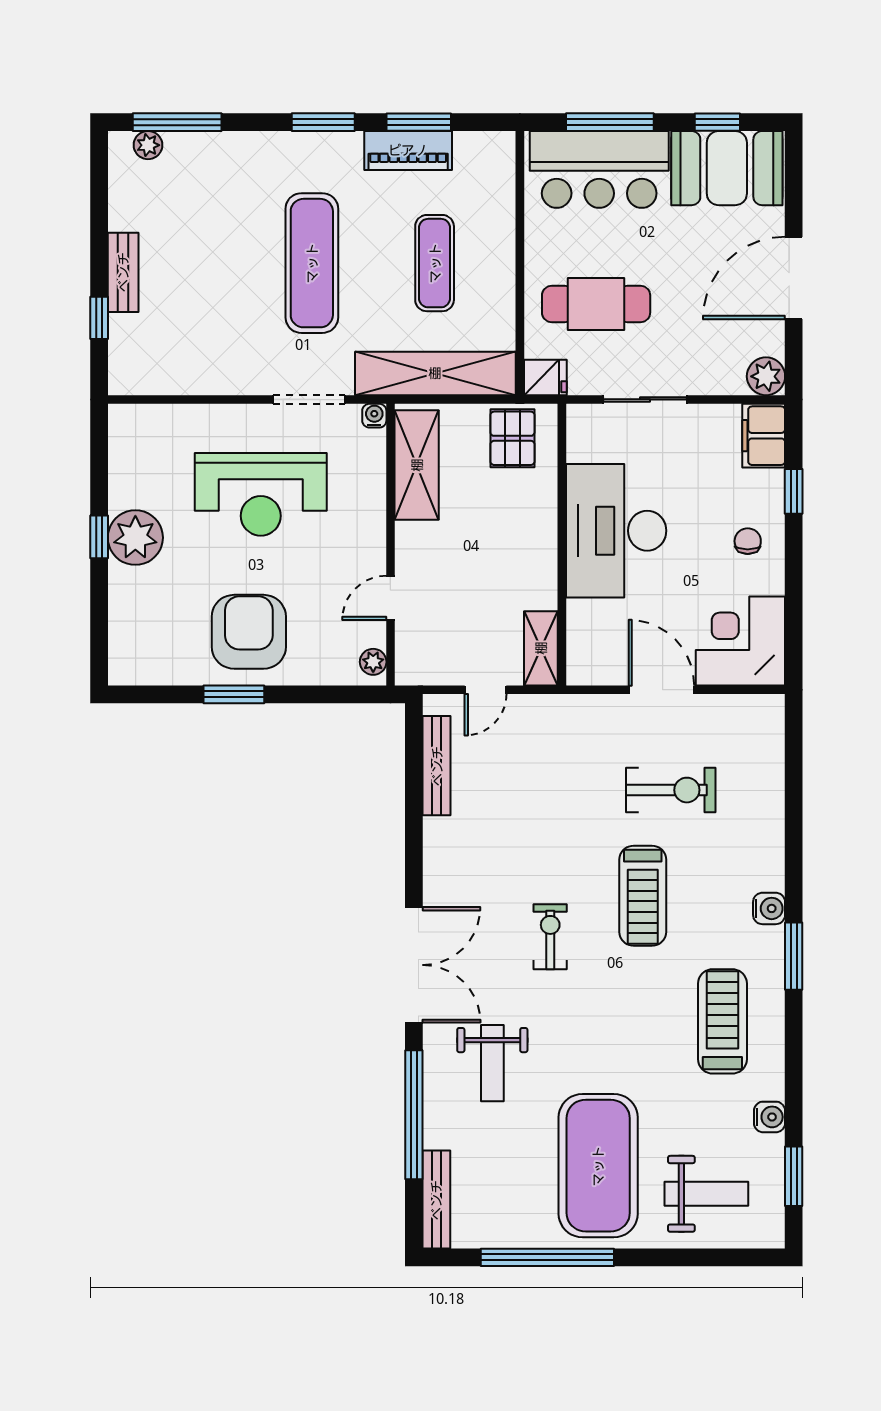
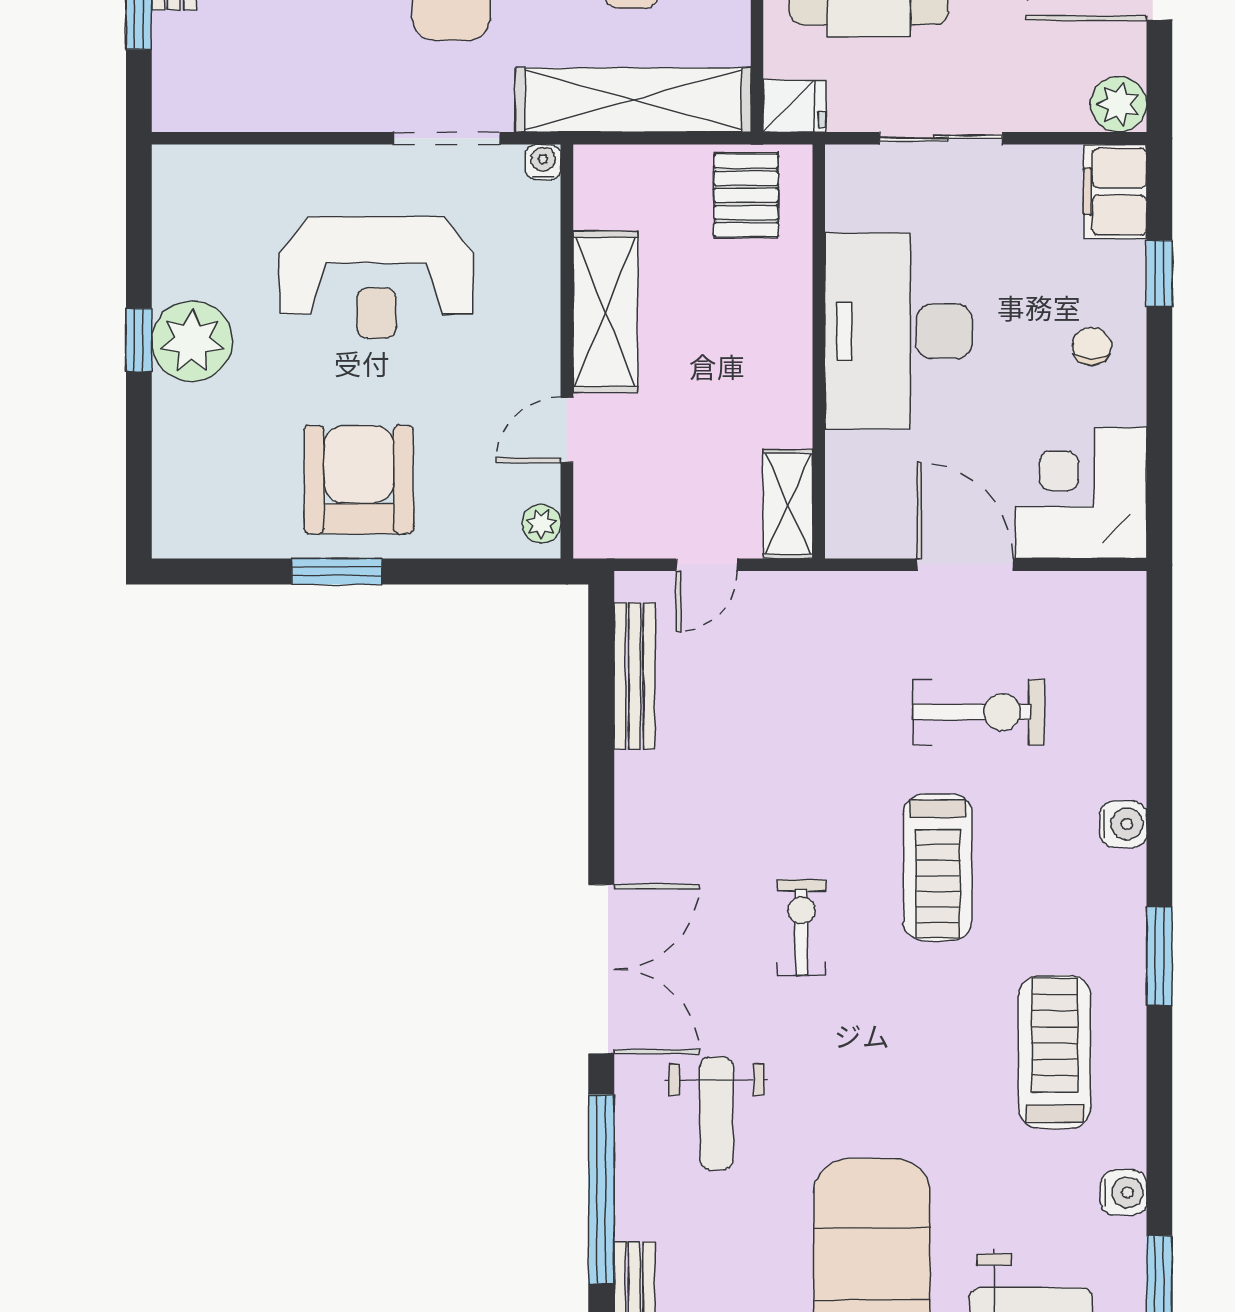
shelving: (417, 465) -> (605, 312), moved
water cooler: (769, 908) -> (1123, 824), moved

